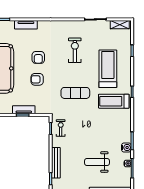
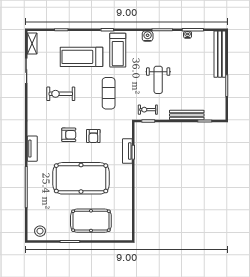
water cooler: (126, 148) -> (148, 36), moved
weight bench: (97, 162) -> (158, 80), moved

